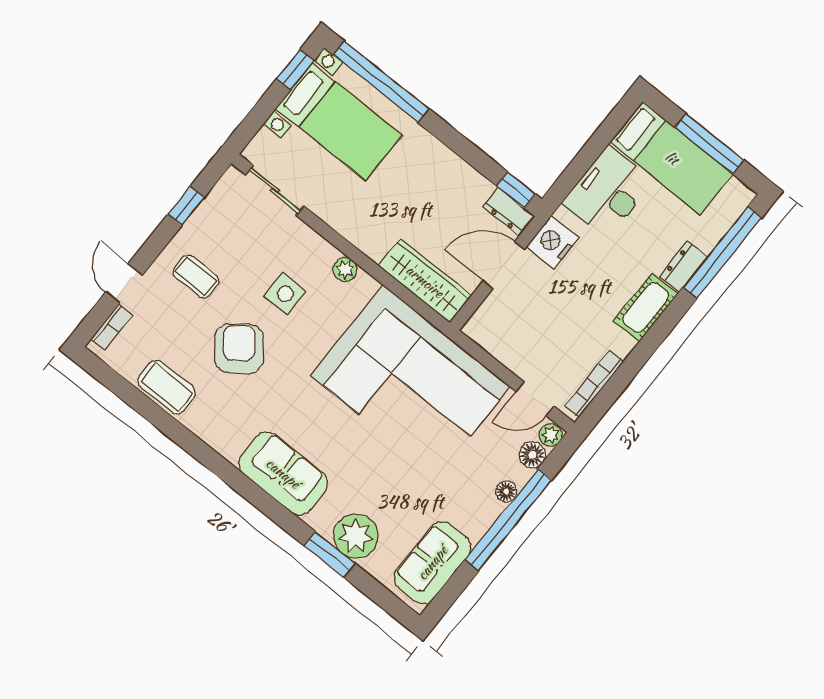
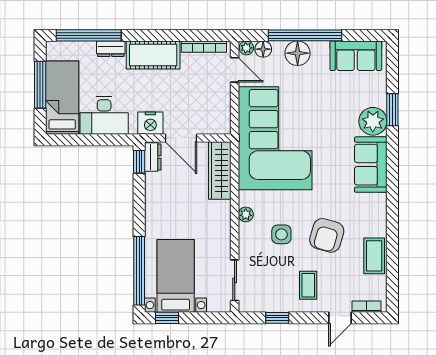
cot: (646, 307) -> (153, 55), width x1.37, depth x1.34
armchair: (239, 349) -> (327, 235), turned -36
floor lamp: (506, 492) -> (298, 53), width x1.89, depth x1.89
plant: (356, 536) -> (373, 121), moved

